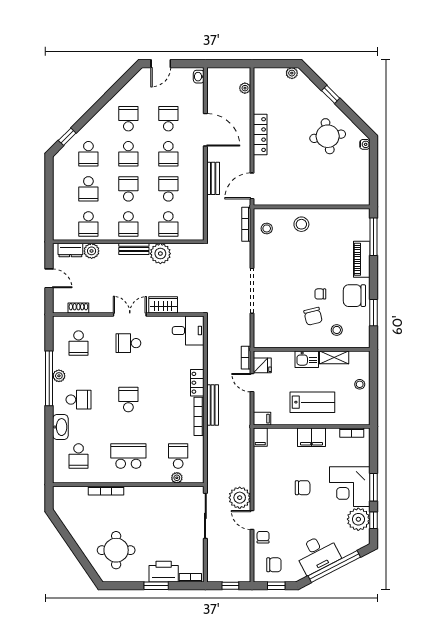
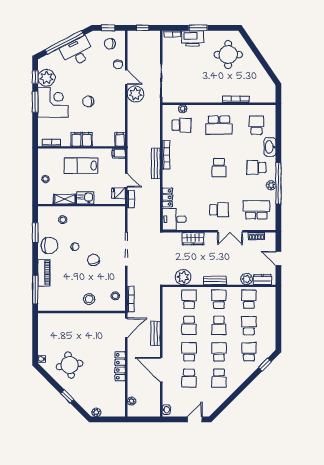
plant: (160, 254) -> (183, 277), moved
double door: (130, 314) -> (230, 231), moved
chair: (313, 316) -> (93, 260), moved
school desk: (79, 343) -> (256, 210), width x1.85
locker: (197, 383) -> (167, 197), moved
school desk: (178, 456) -> (182, 125), turned -90

